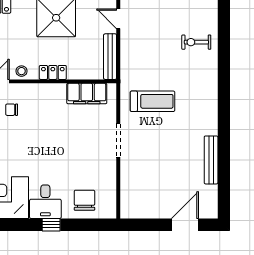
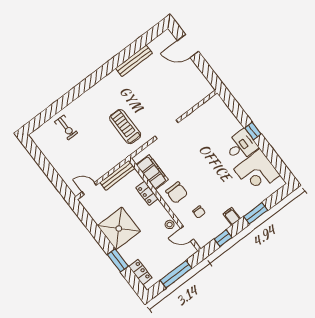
door: (118, 19) -> (89, 188), swing flipped
locker: (53, 72) -> (147, 193), moved
chair: (84, 200) -> (177, 193), moved, turned -90

